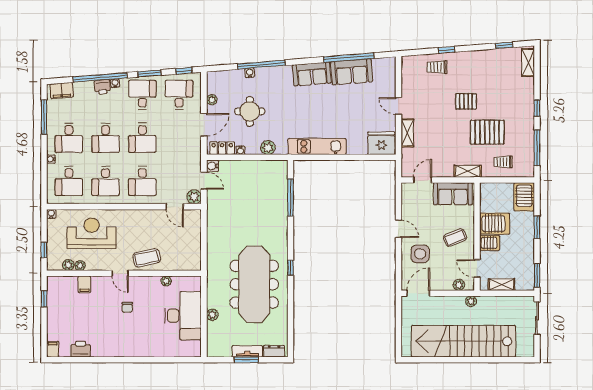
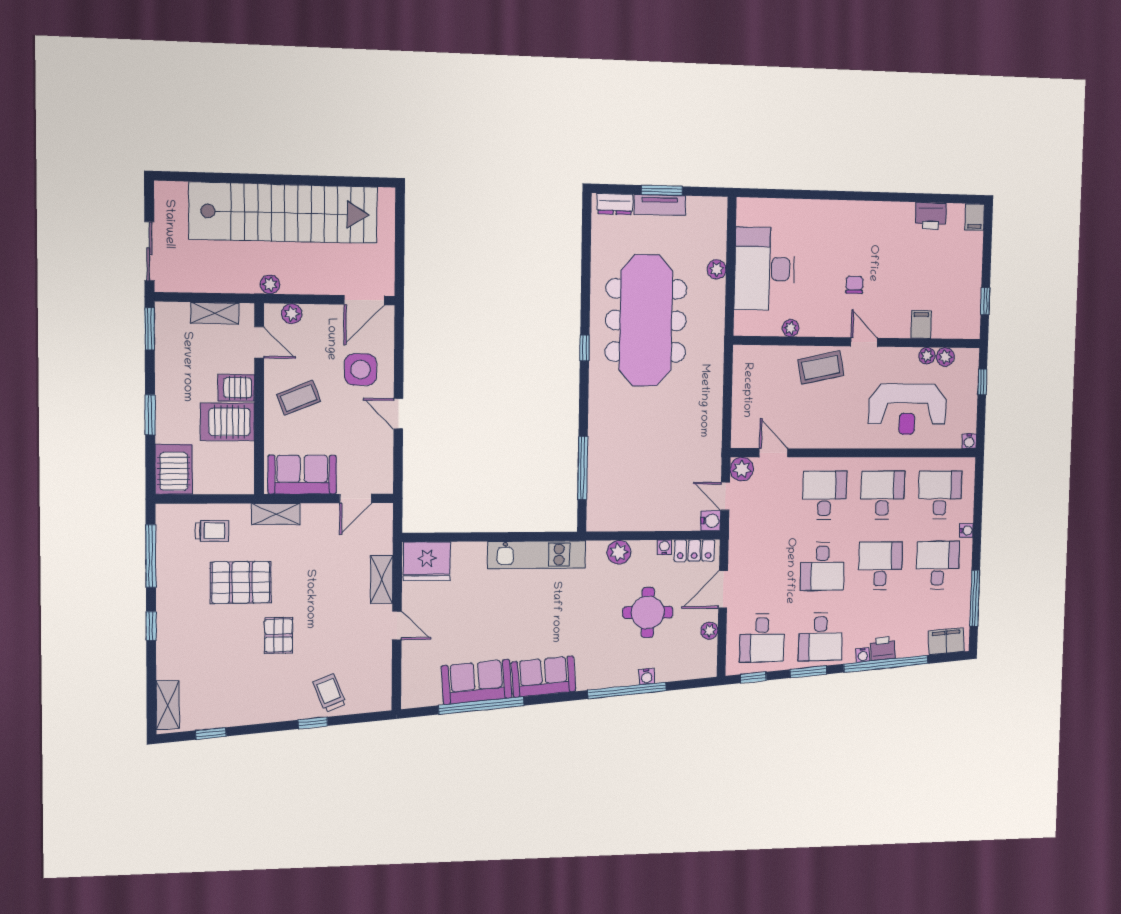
trolley: (437, 67) -> (330, 693), turned -112
pallet: (466, 101) -> (279, 635), turned 90
desk: (142, 138) -> (822, 566), turned 180

